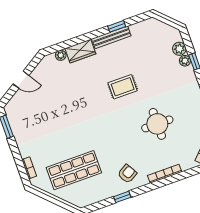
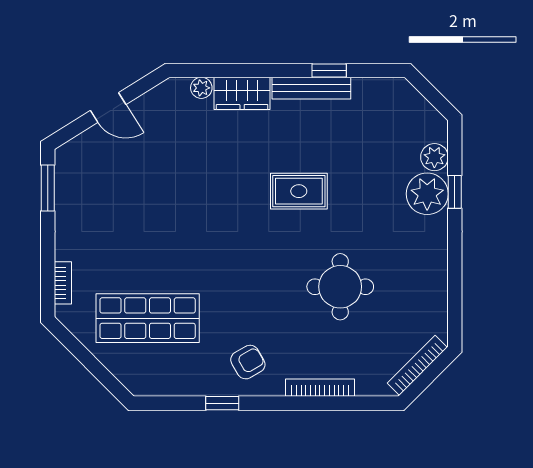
plant: (185, 61) -> (427, 194), width x1.88, depth x1.88

